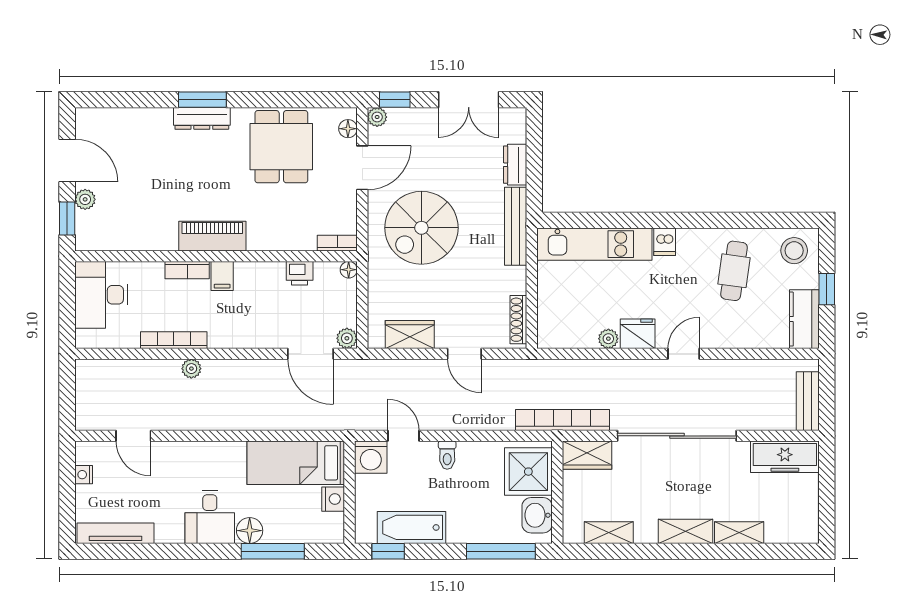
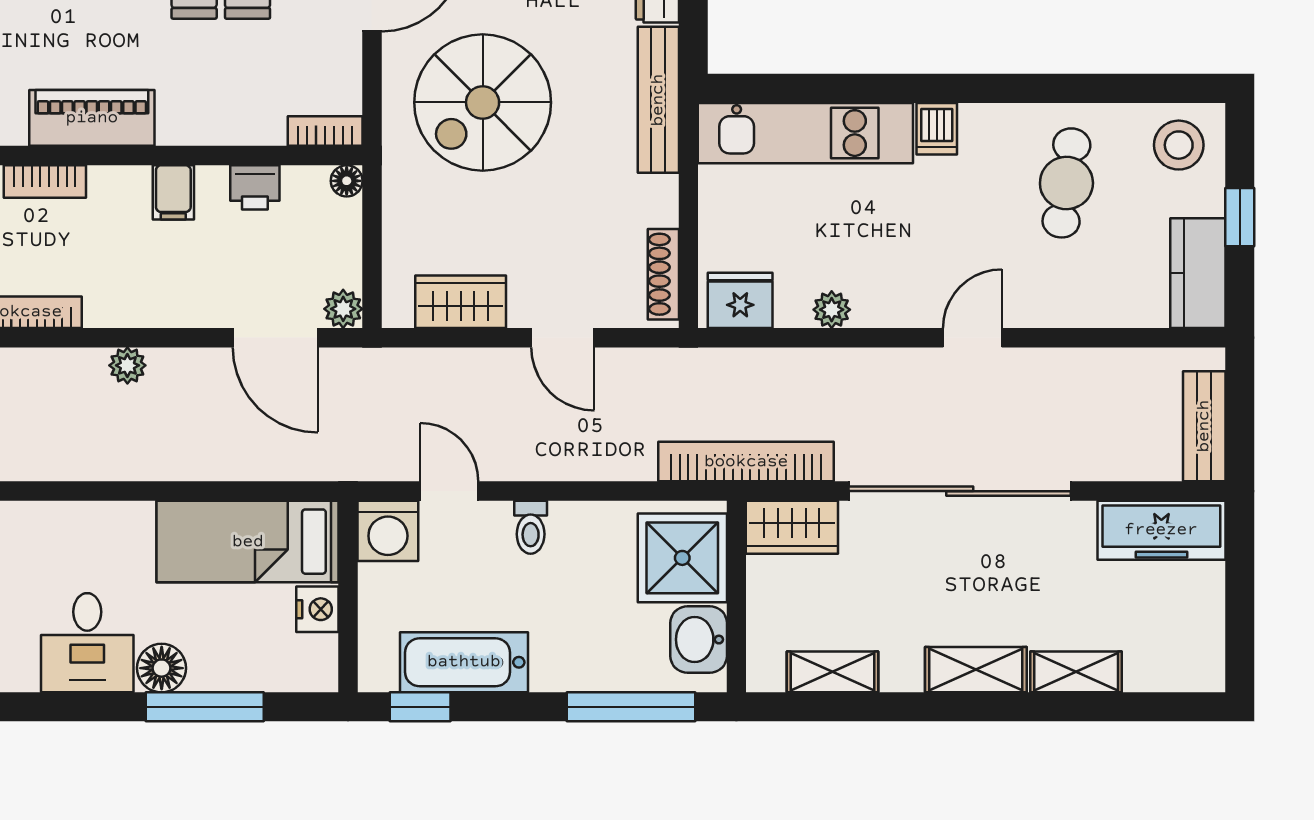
filing cabinet: (222, 276) -> (173, 192), moved
fridge: (638, 334) -> (740, 300), moved
plant: (191, 369) -> (127, 365), moved

